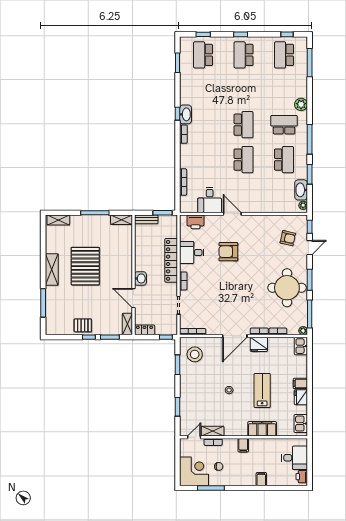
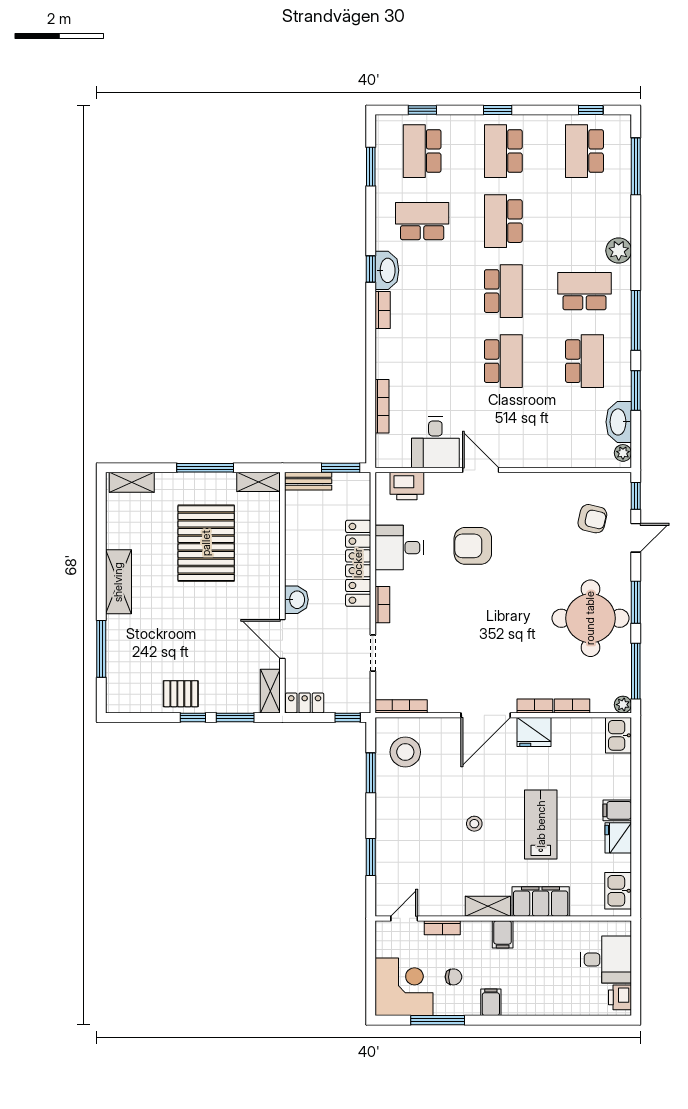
school desk: (203, 90) -> (422, 221), added
school desk: (244, 90) -> (503, 221), added
pallet: (85, 266) -> (206, 543), moved
shelving: (213, 431) -> (488, 906), moved
filing cabinet: (261, 479) -> (491, 1002), moved

